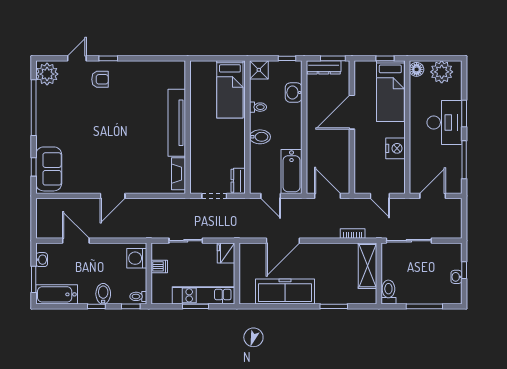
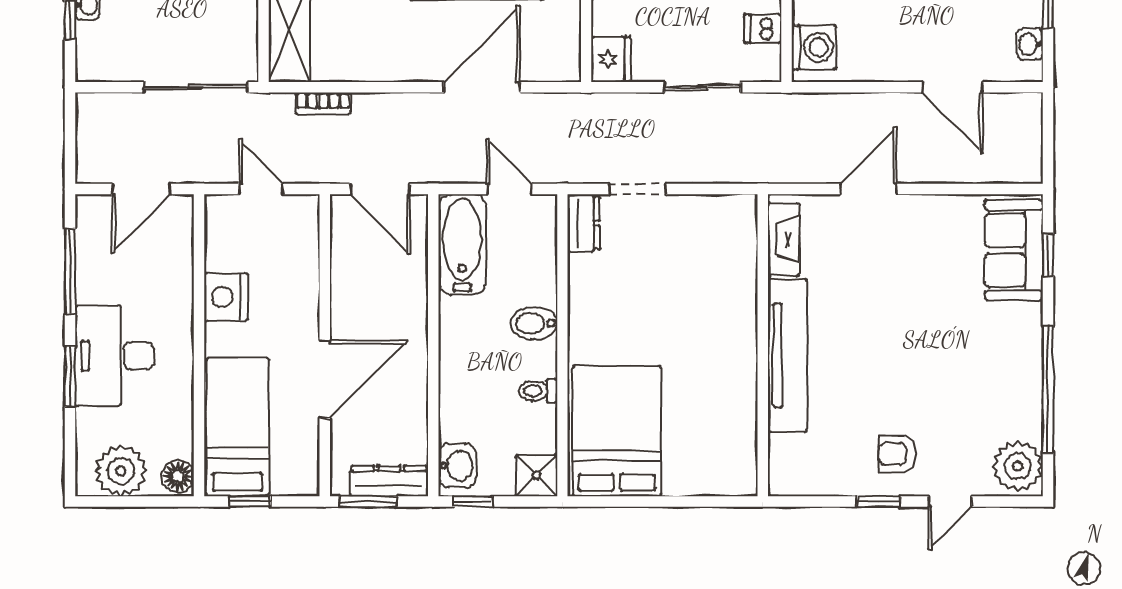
bed: (230, 89) -> (617, 431), width x1.50
washbasin: (294, 93) -> (457, 466), moved
tv unit: (177, 123) -> (787, 355), moved
wall: (188, 127) -> (763, 345), moved
fireplace: (178, 174) -> (783, 240), moved

